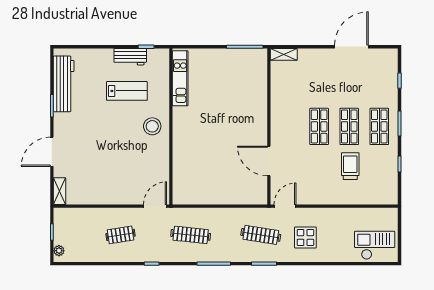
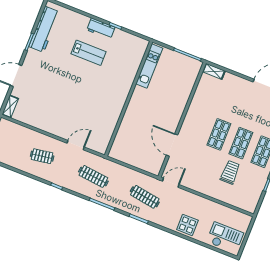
kitchen unit: (180, 78) -> (149, 66), moved
stool: (152, 126) -> (97, 86), removed
wall: (171, 126) -> (129, 99), moved
display table: (305, 237) -> (187, 225), moved

